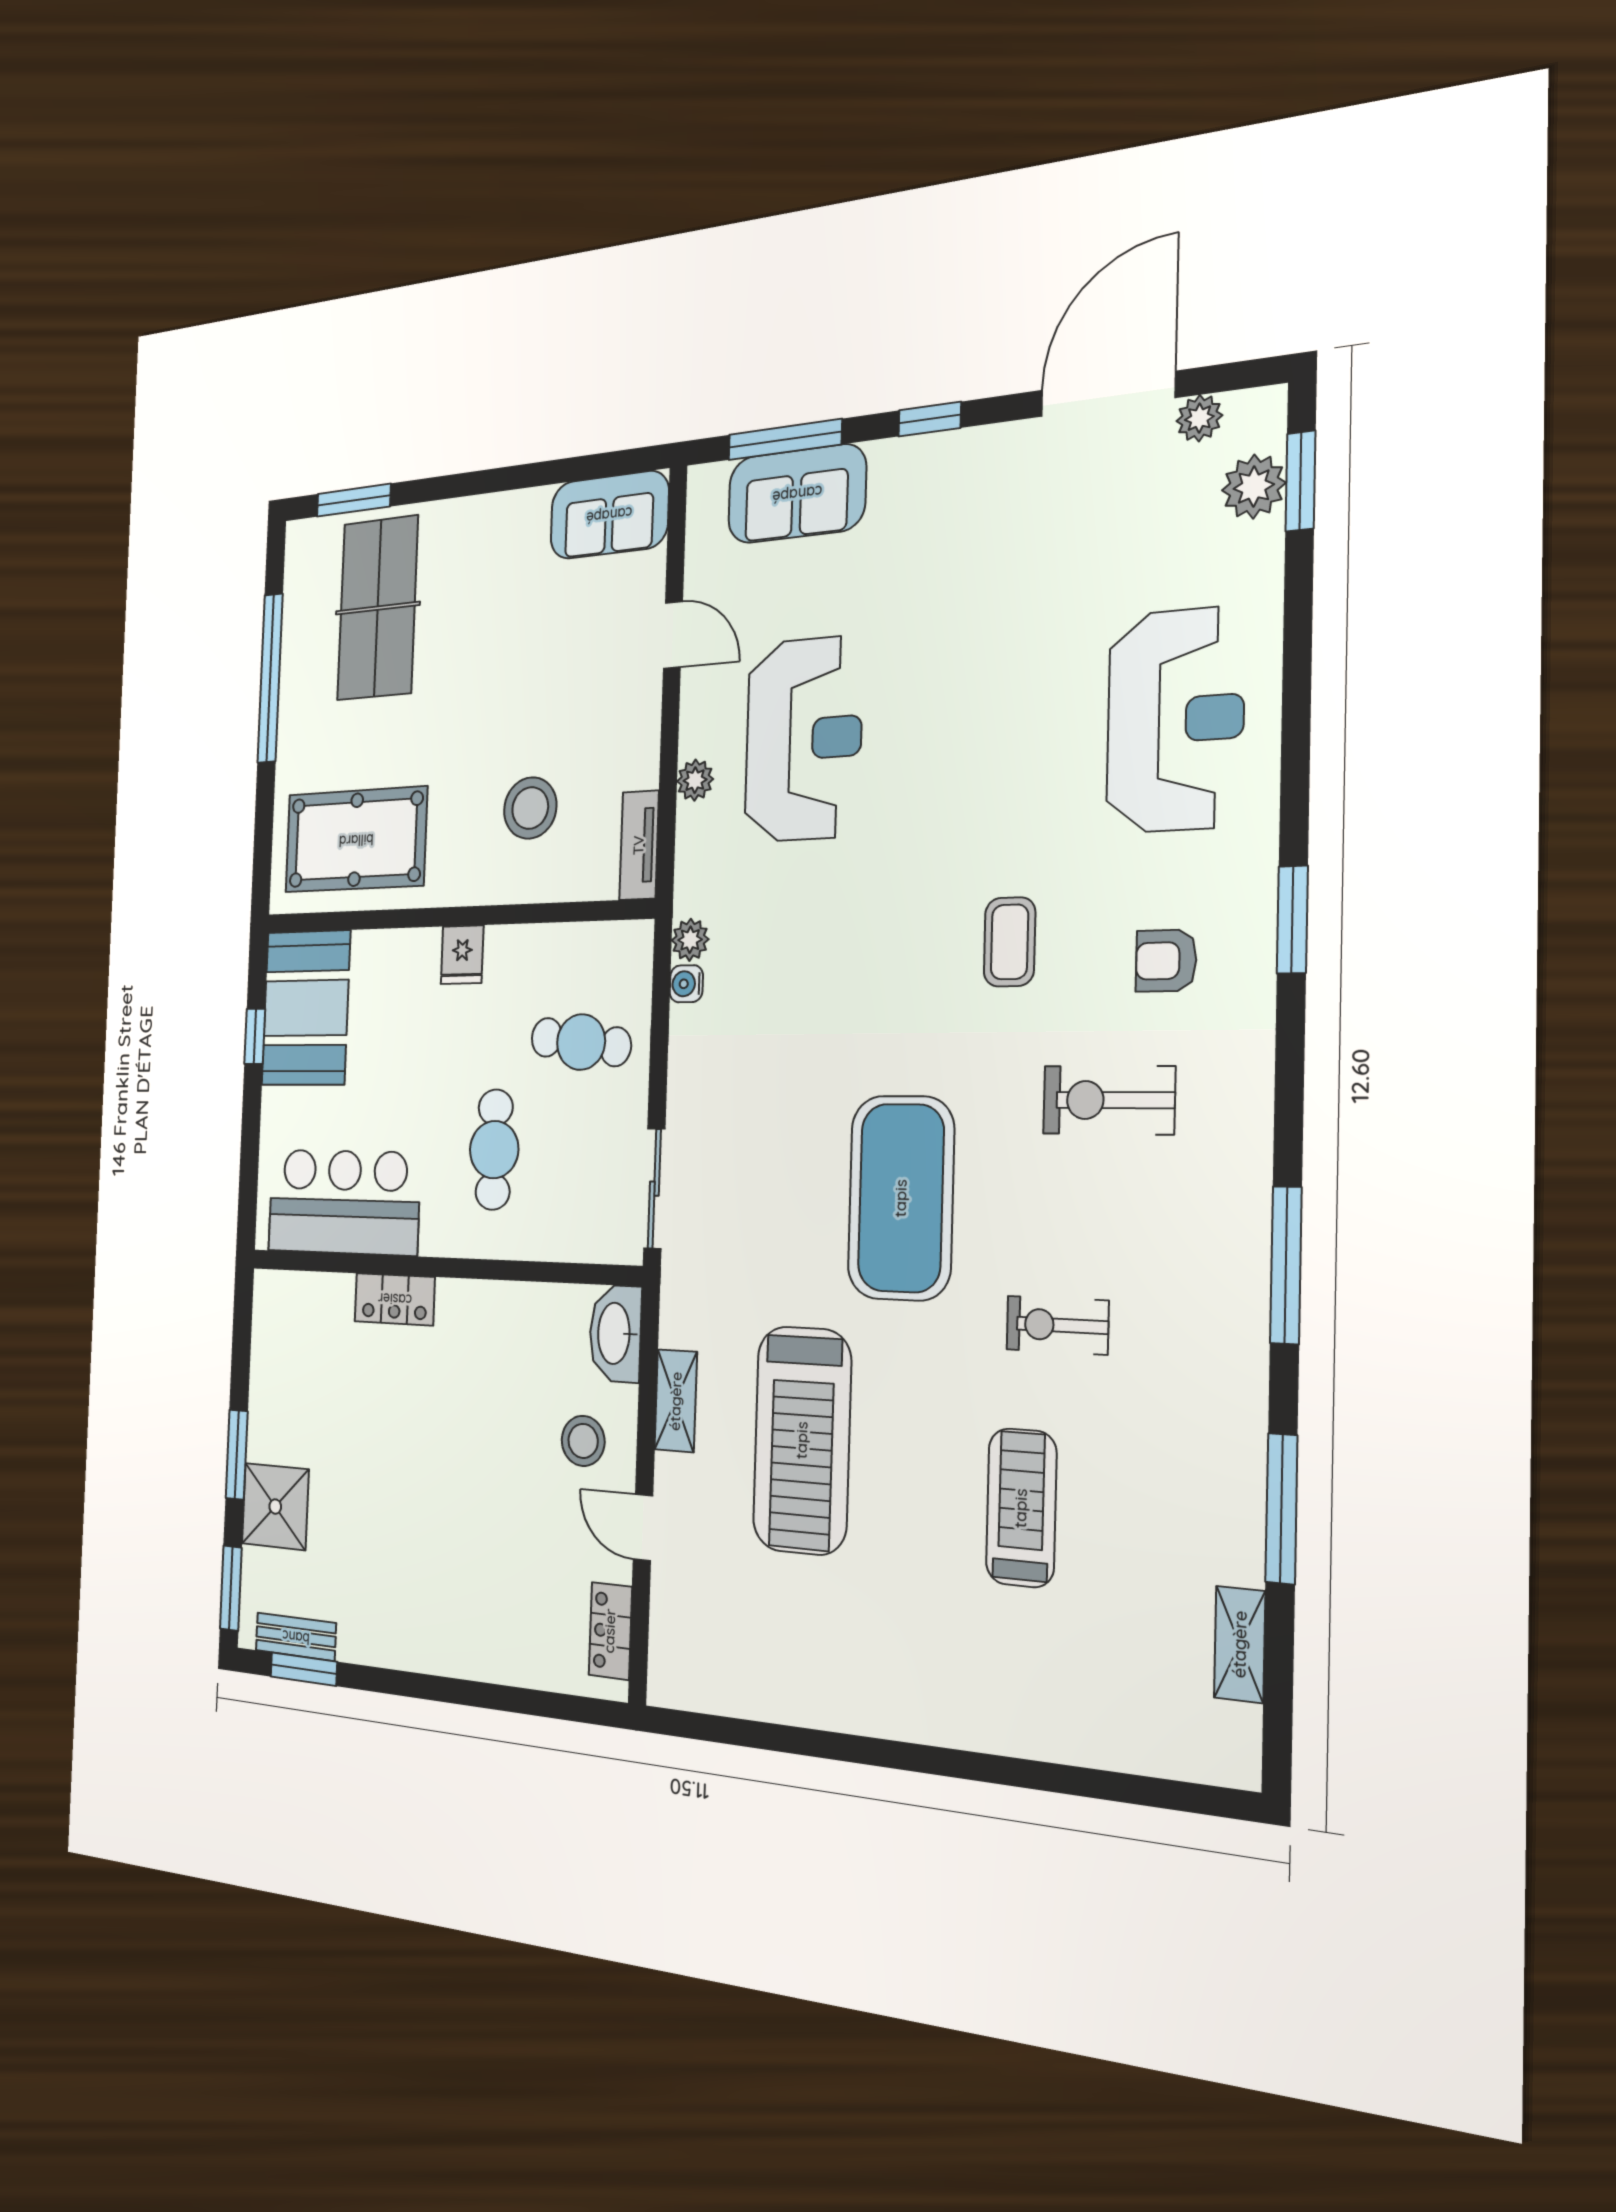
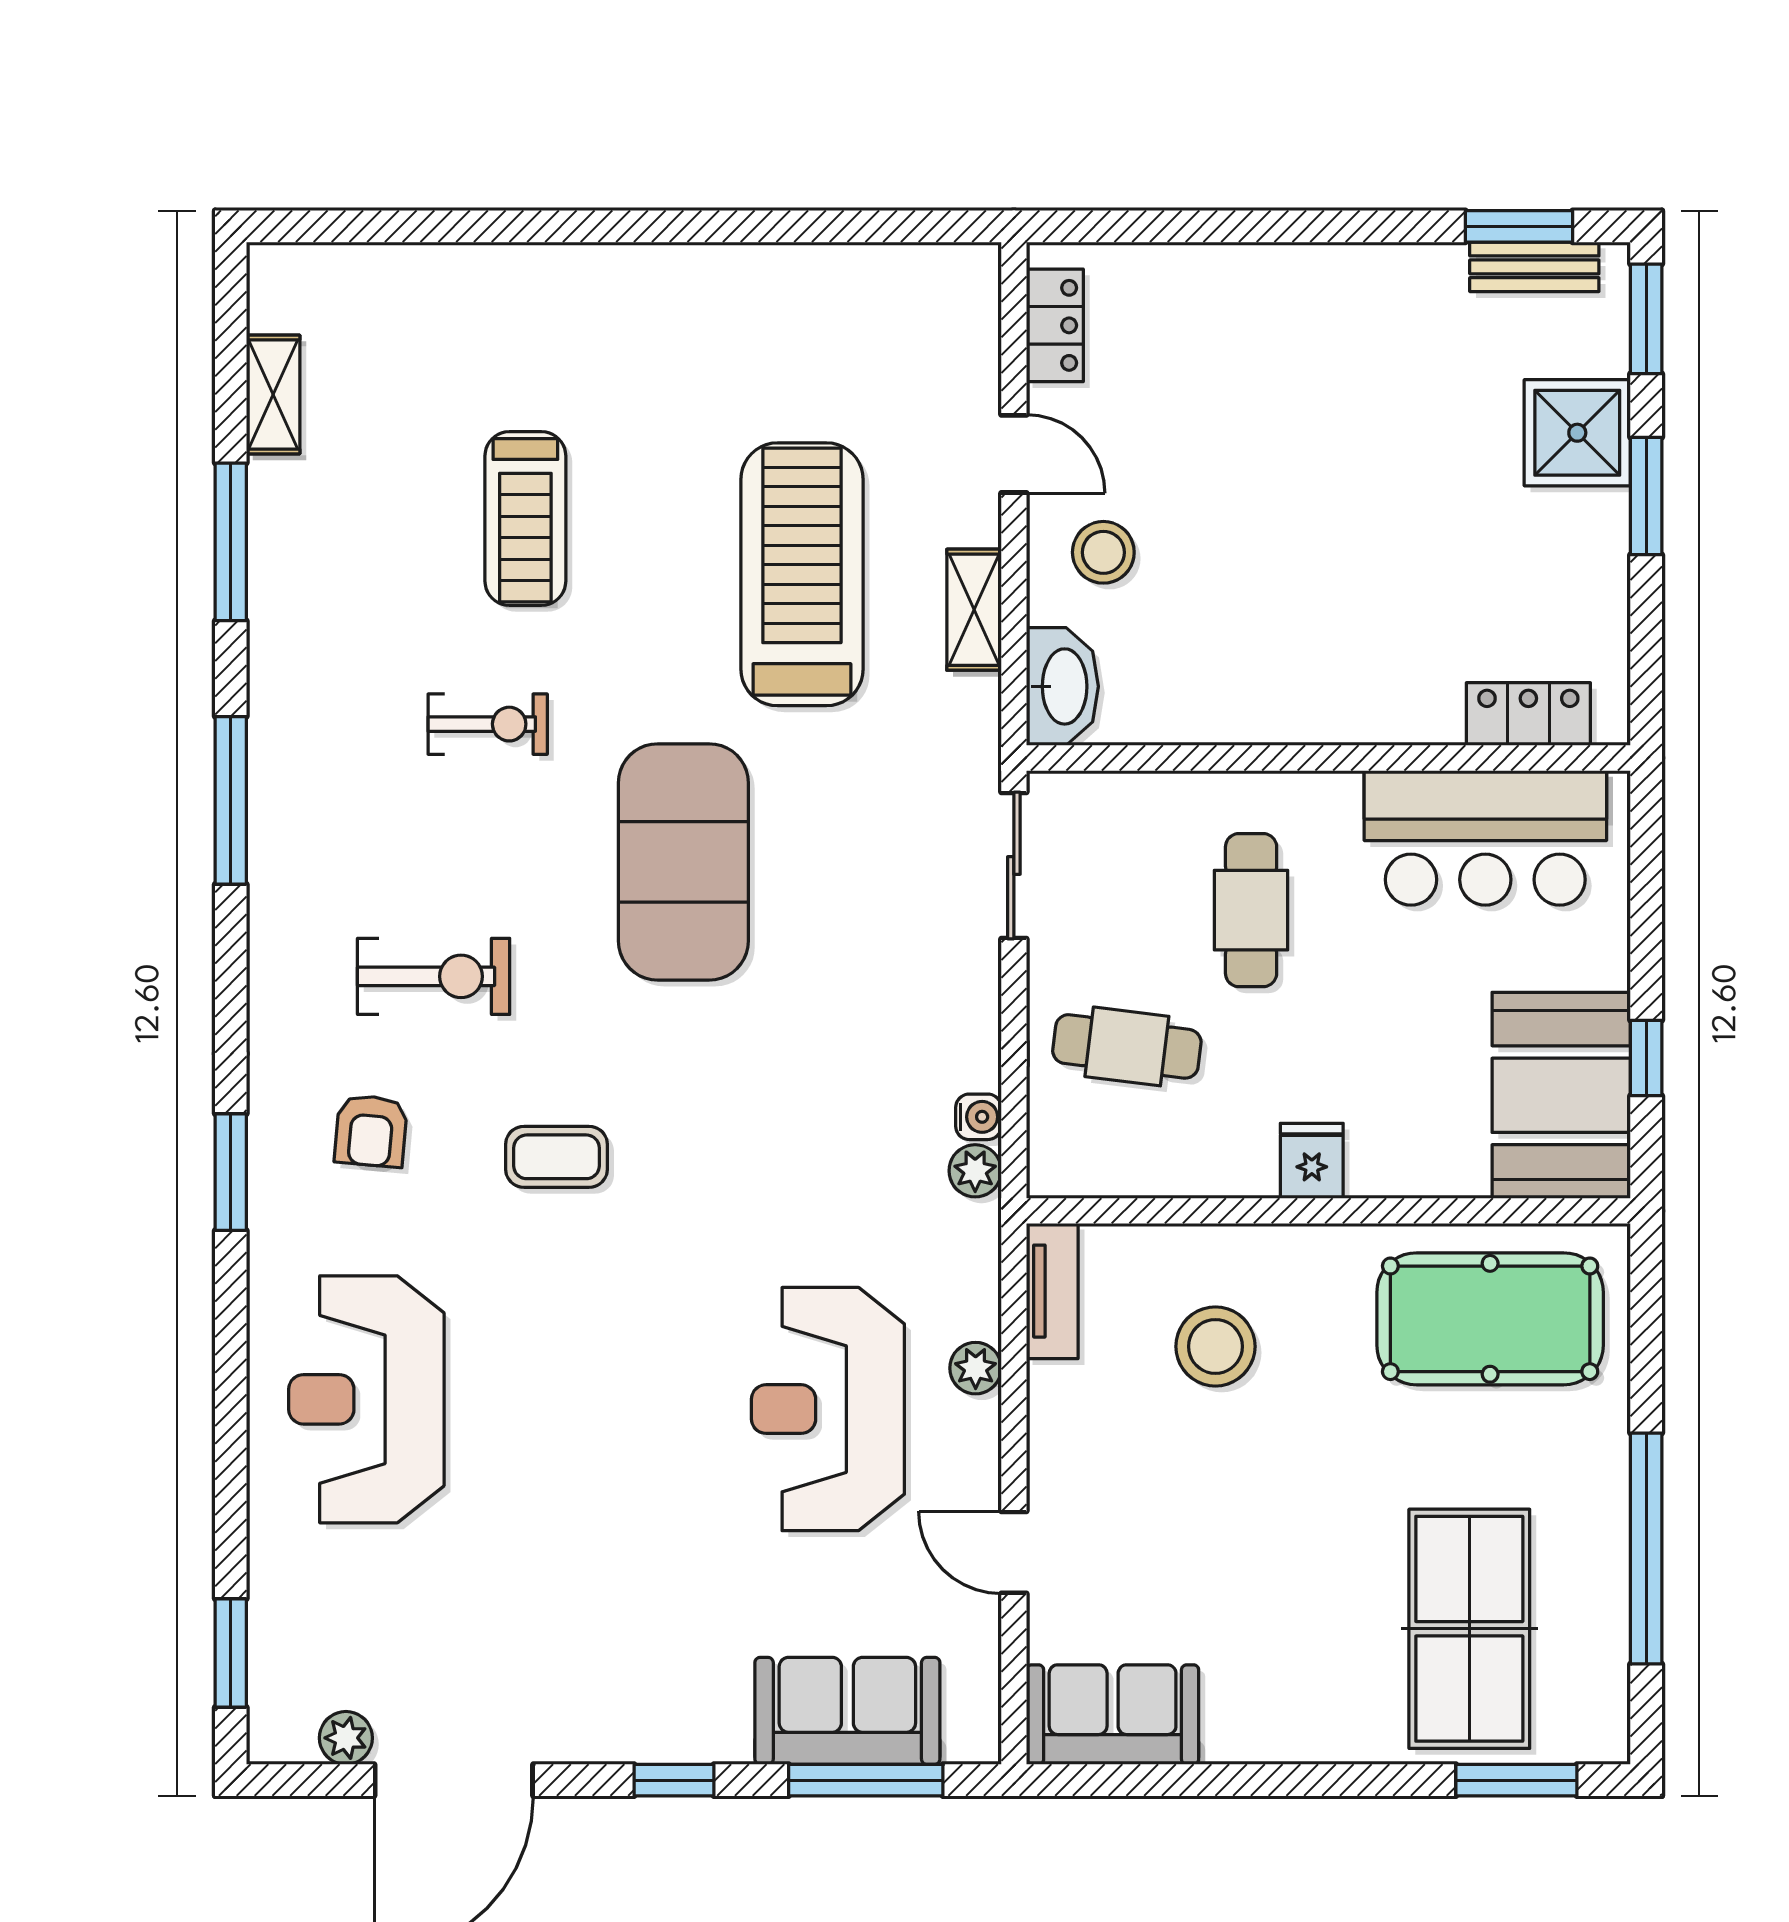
plant: (1254, 487) -> (283, 1653), removed
coffee table: (1010, 942) -> (557, 1157), turned 90
armchair: (1166, 961) -> (371, 1131), turned 95
locker: (395, 1299) -> (1528, 714), moved

